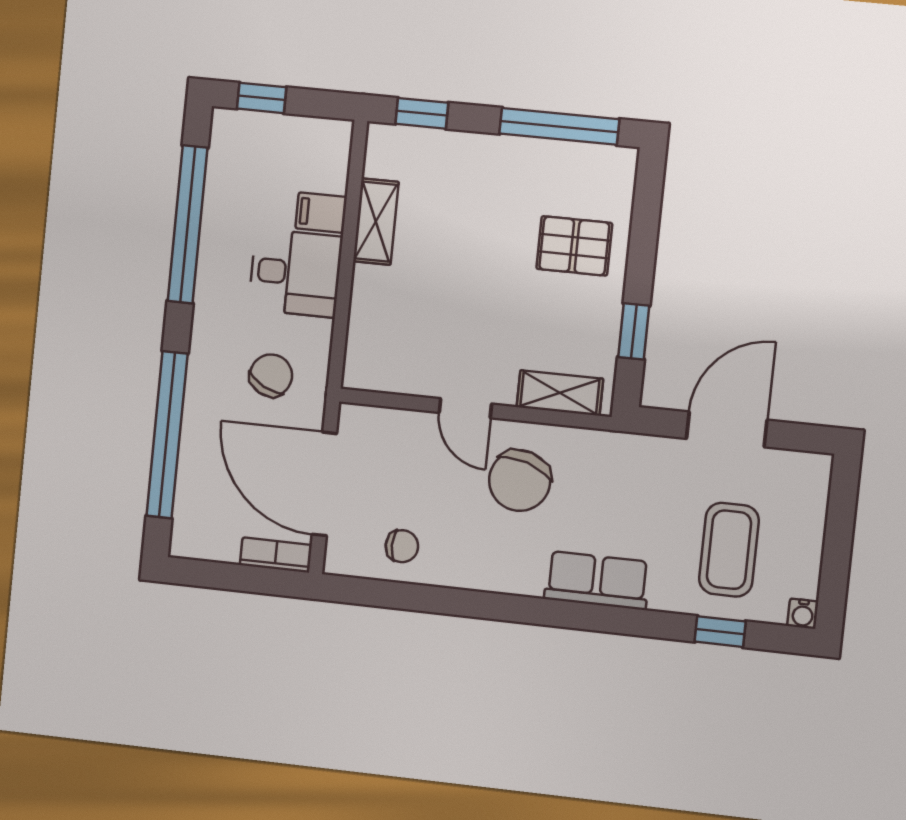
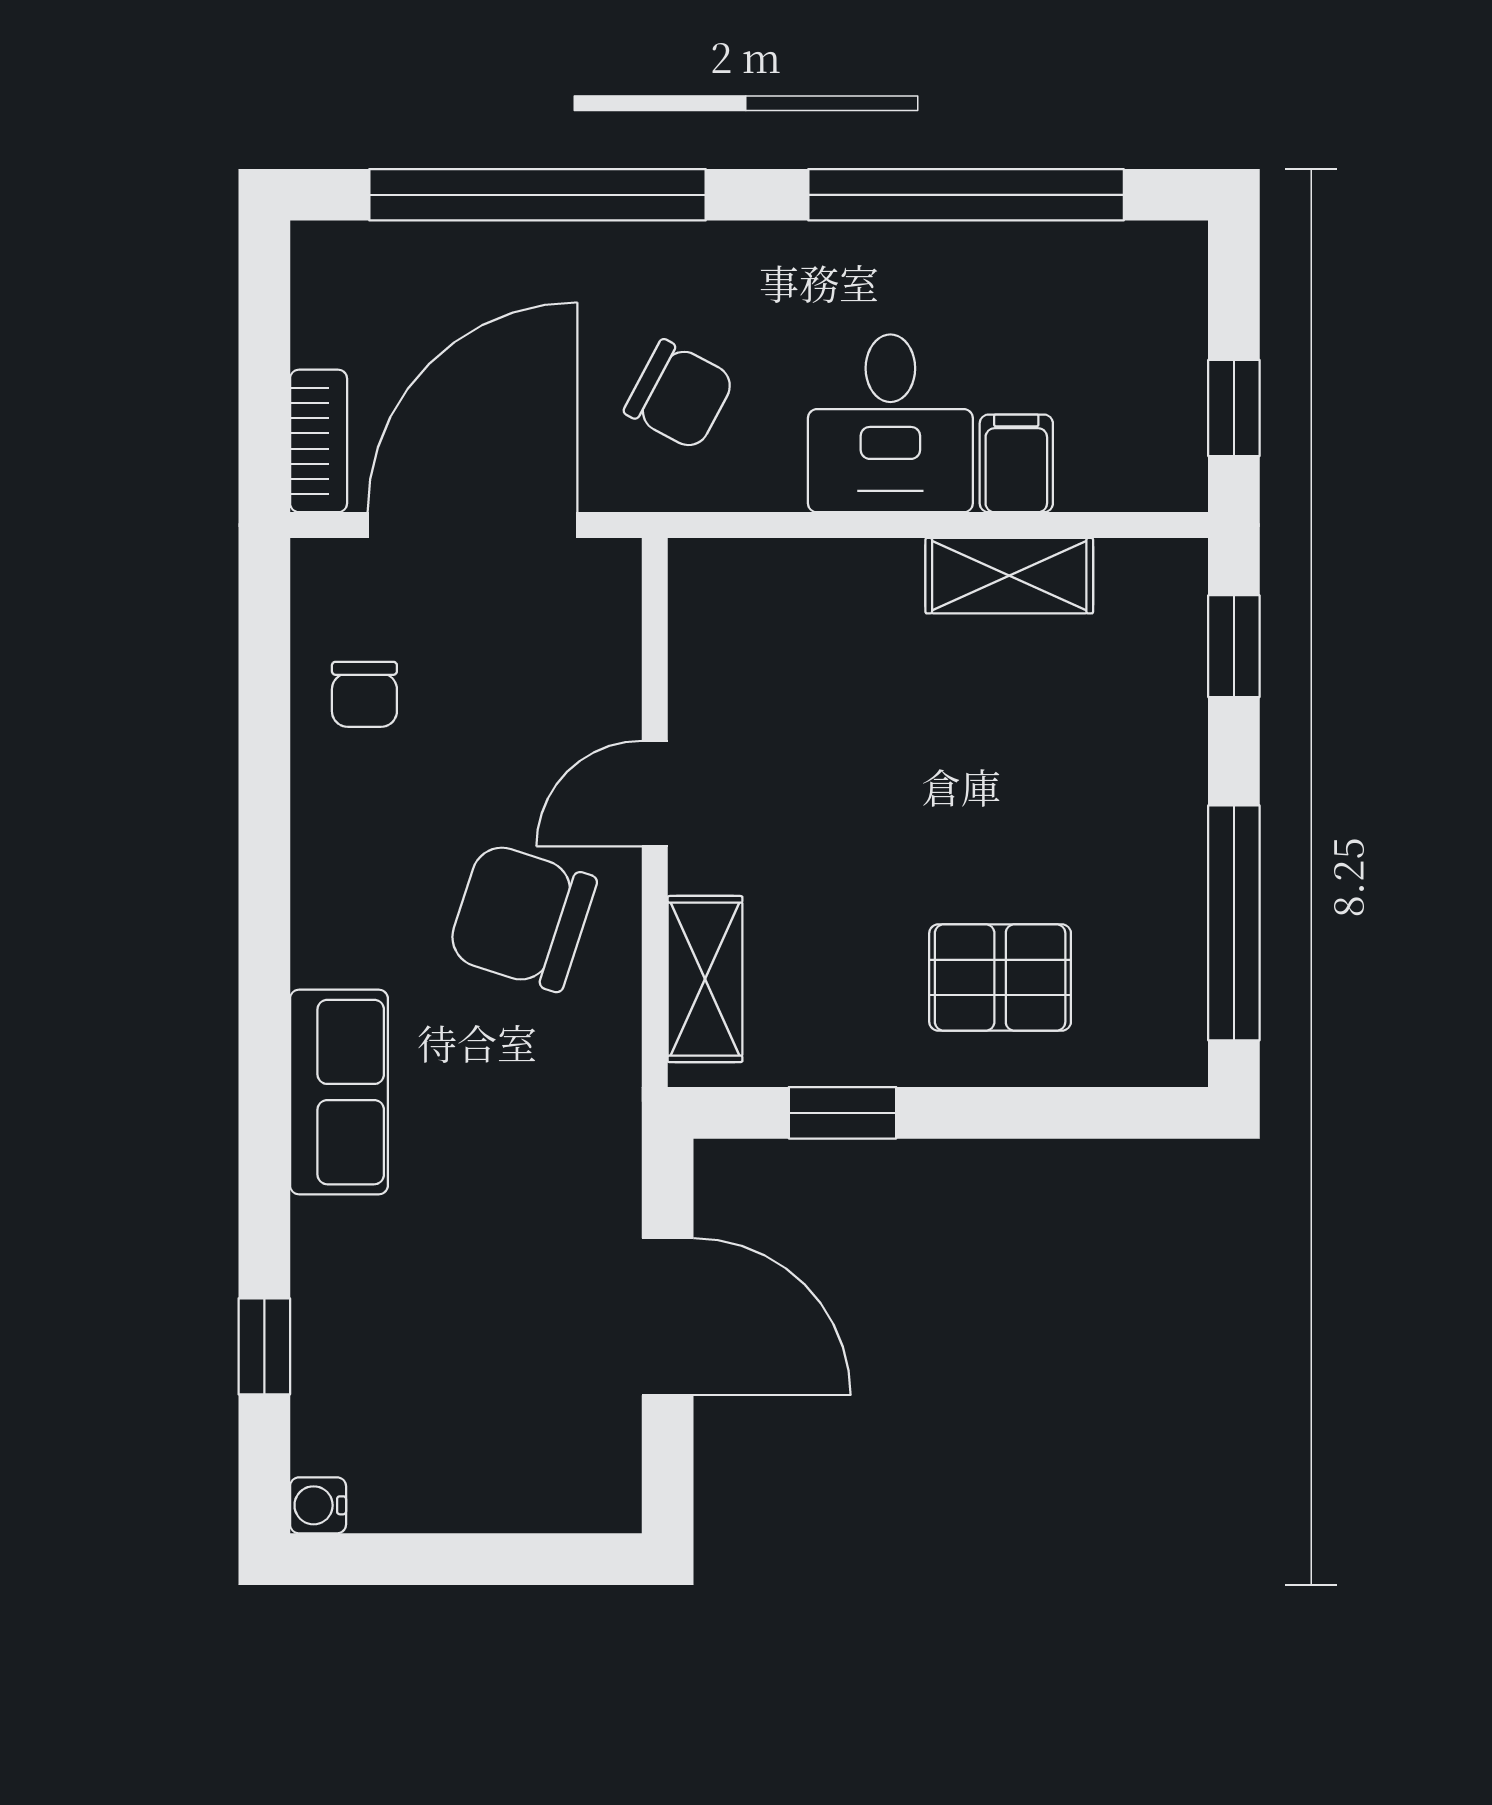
window: (262, 98) -> (1234, 408), moved
pallet: (574, 246) -> (1000, 978), turned 90
coffee table: (729, 550) -> (429, 1347), removed

